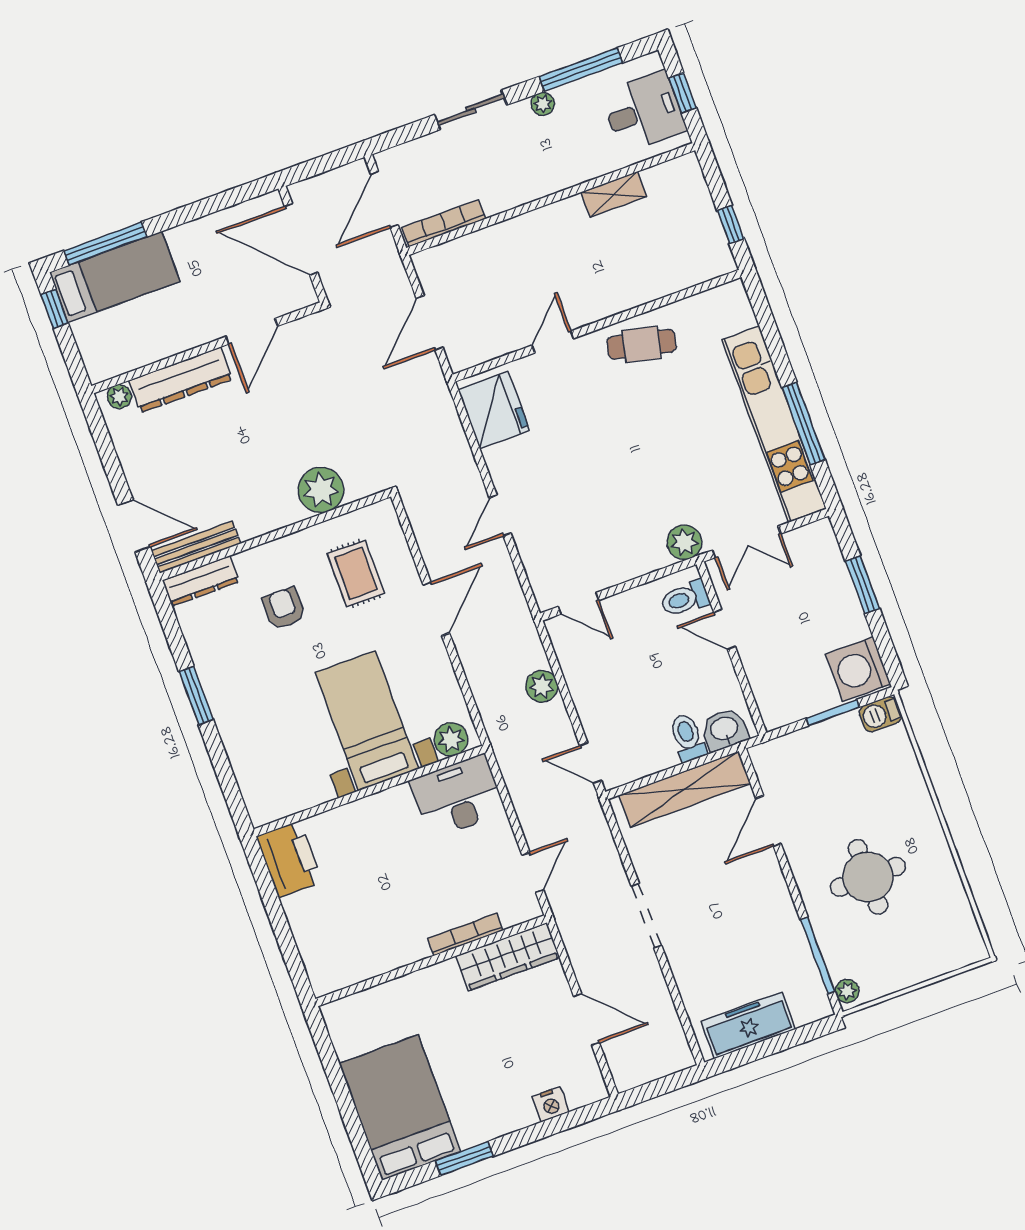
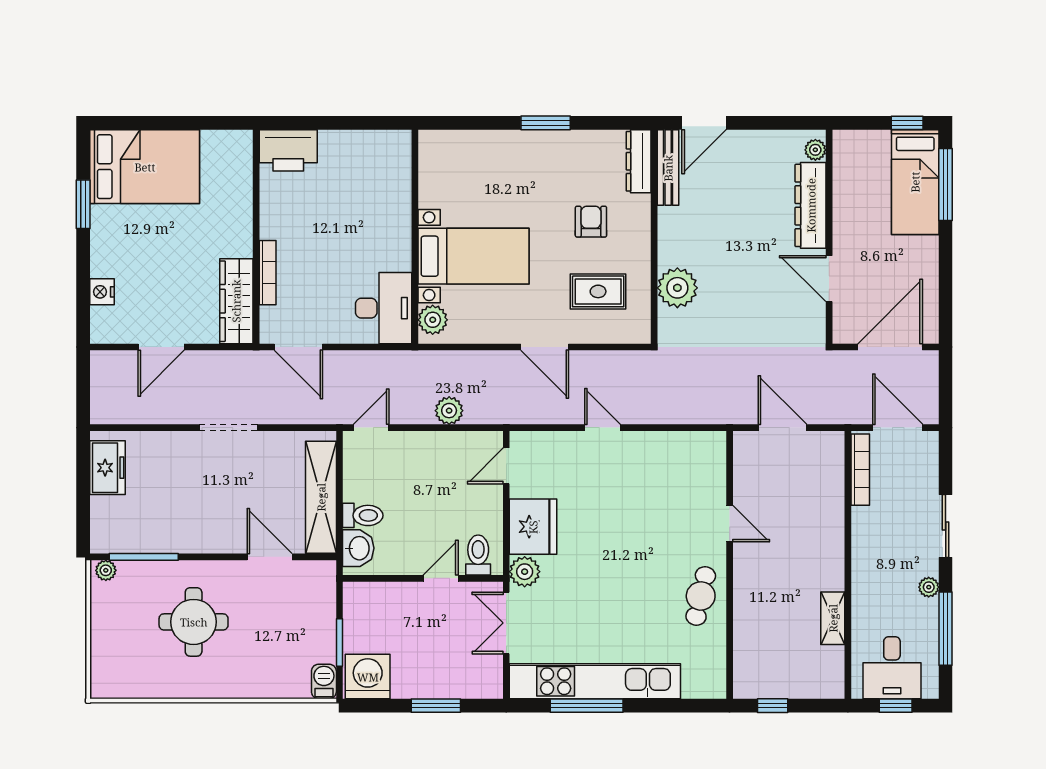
fridge: (494, 410) -> (533, 527), moved, turned -90
armchair: (284, 608) -> (591, 222), turned -90
printer: (289, 859) -> (288, 150), moved
door: (533, 872) -> (298, 347), width x1.38
freezer: (748, 1025) -> (107, 468), width x0.71

